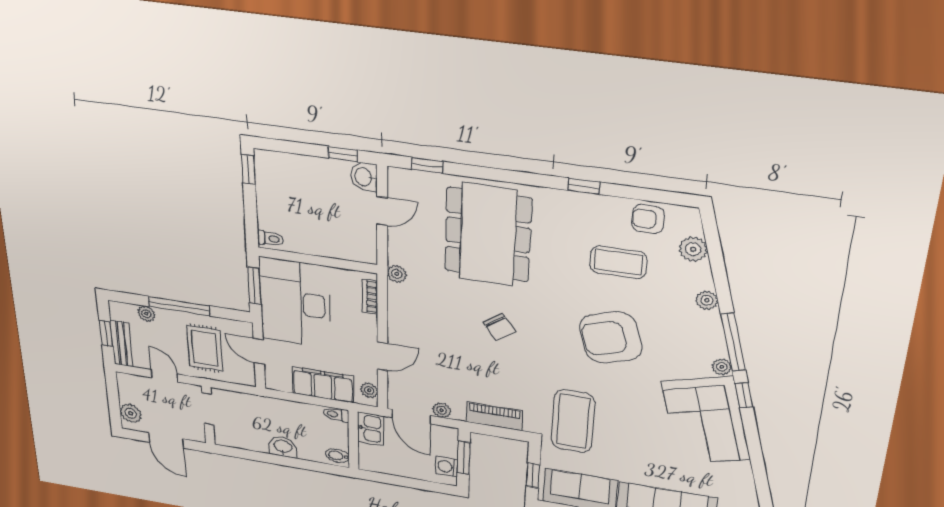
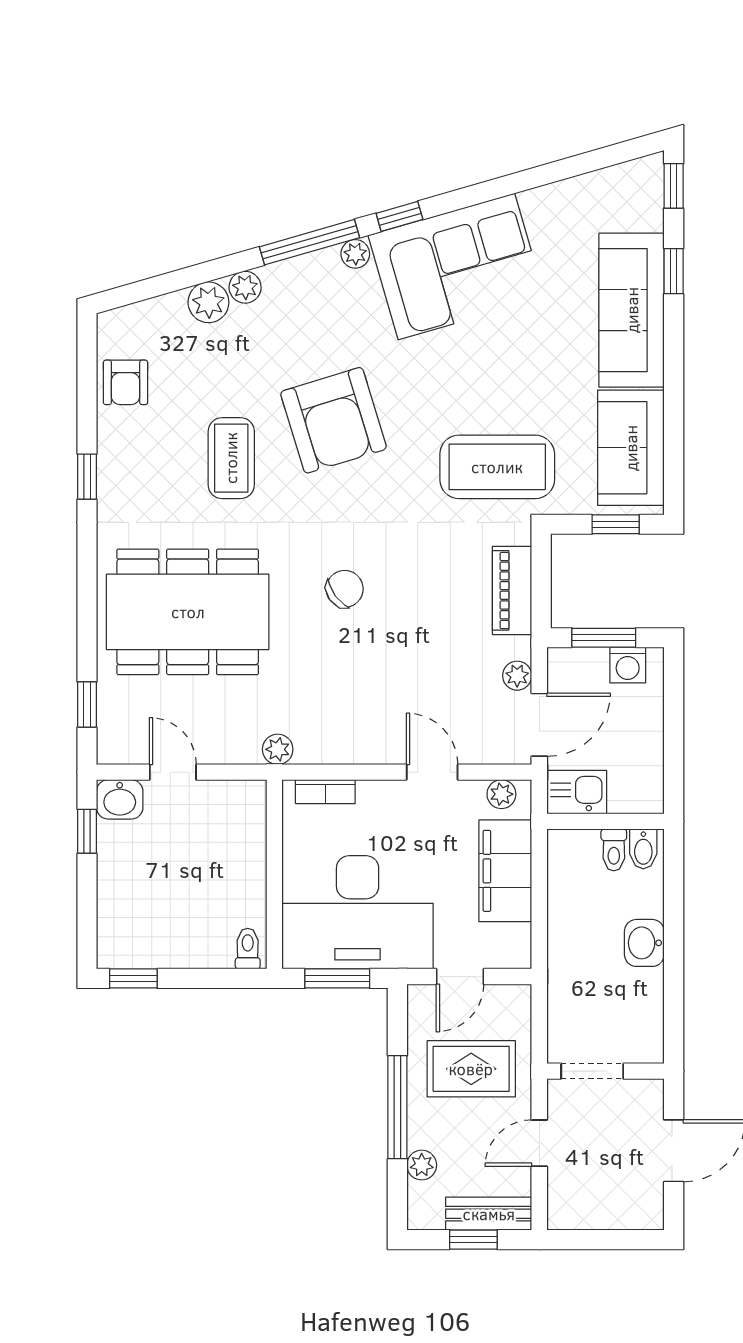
plant: (693, 249) -> (208, 302), moved
coffee table: (618, 262) -> (231, 458), moved
plant: (131, 413) -> (629, 1211), removed
toilet: (336, 414) -> (614, 850), moved

